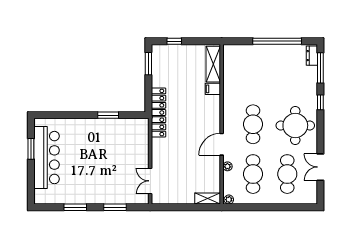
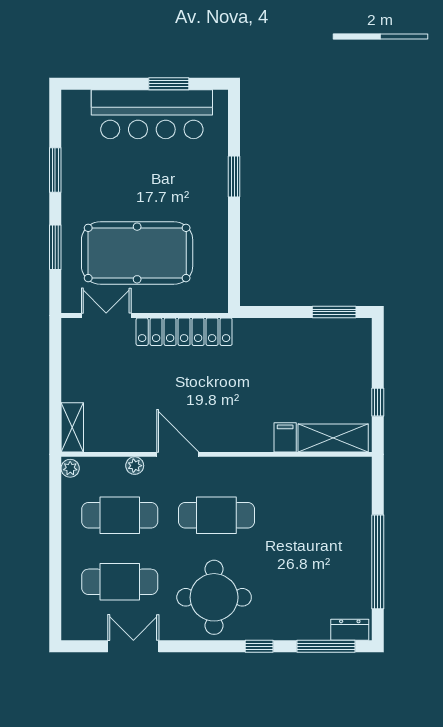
window: (174, 41) -> (378, 402), moved
locker: (159, 113) -> (184, 332), moved
window: (108, 115) -> (234, 177), moved
pool table: (118, 165) -> (137, 253), added

